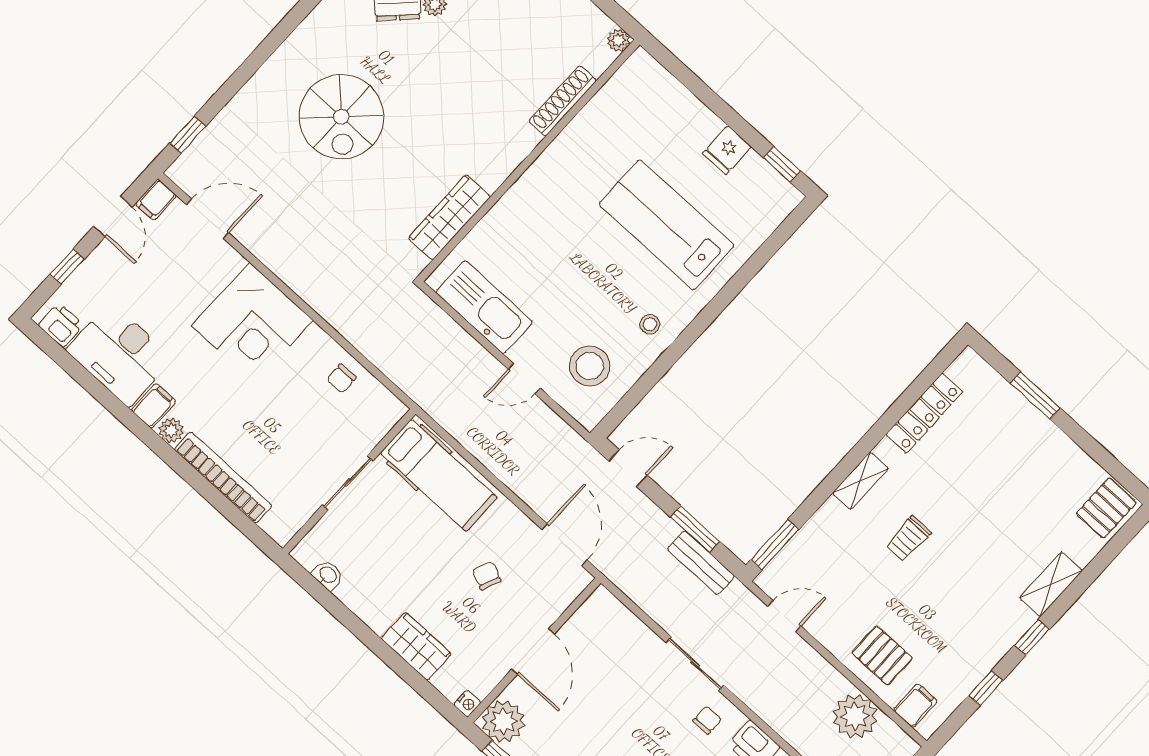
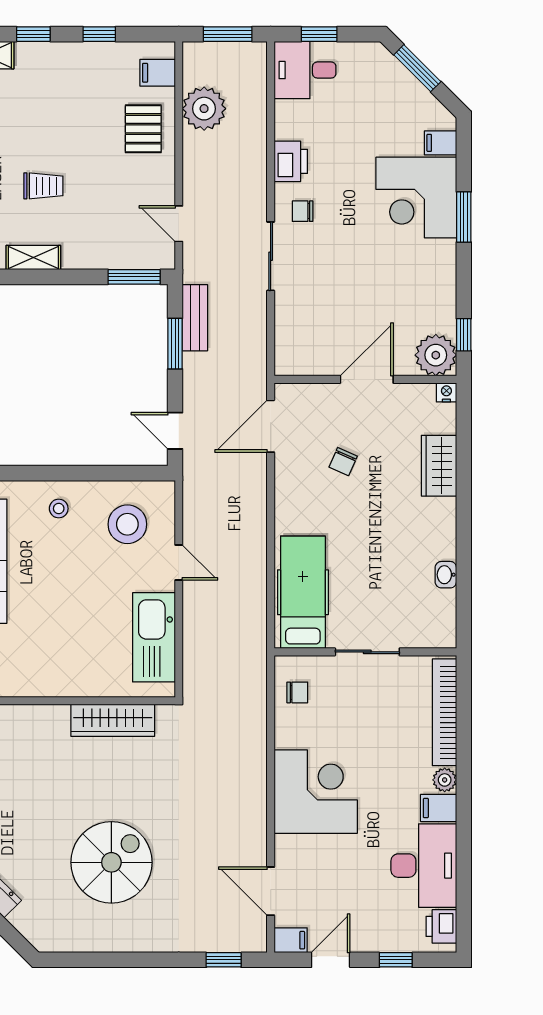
hospital bed: (439, 475) -> (303, 592), moved
wall: (349, 481) -> (365, 652), moved
sliding door: (348, 483) -> (367, 652), moved

